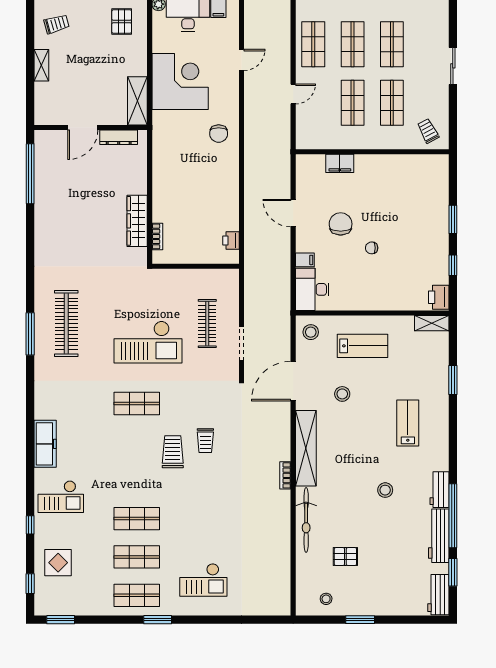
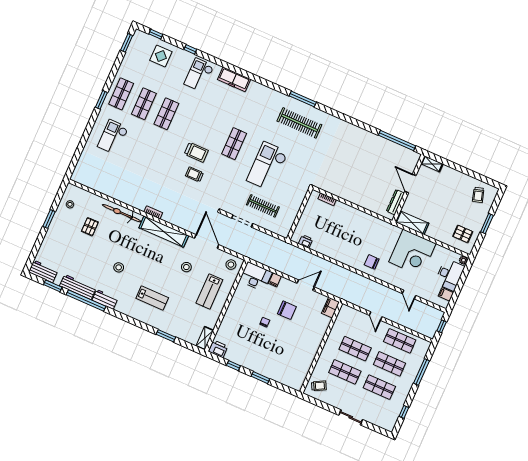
shelving: (41, 65) -> (432, 164), moved
filing cabinet: (340, 163) -> (331, 308), moved
wardrobe: (137, 221) -> (341, 191), removed

